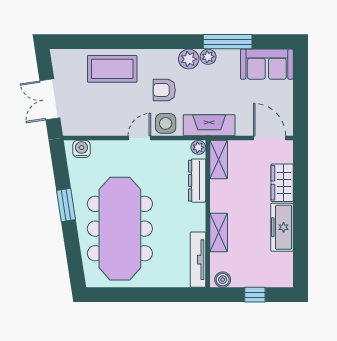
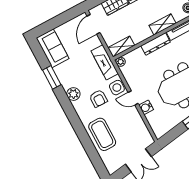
window: (228, 42) -> (52, 77), width x0.69
plant: (208, 57) -> (66, 84), removed
water cooler: (82, 149) -> (146, 107), moved
dresser: (197, 181) -> (156, 44), moved

